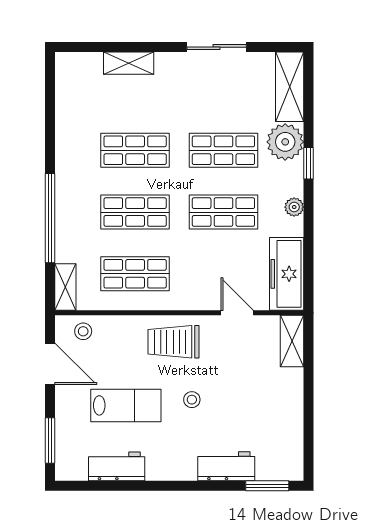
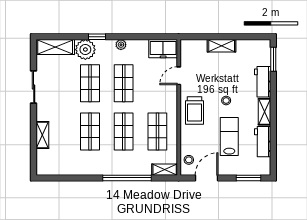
freezer: (287, 274) -> (163, 49), width x0.71
shelving: (292, 341) -> (222, 46), moved
shelving: (171, 470) -> (265, 112), added

